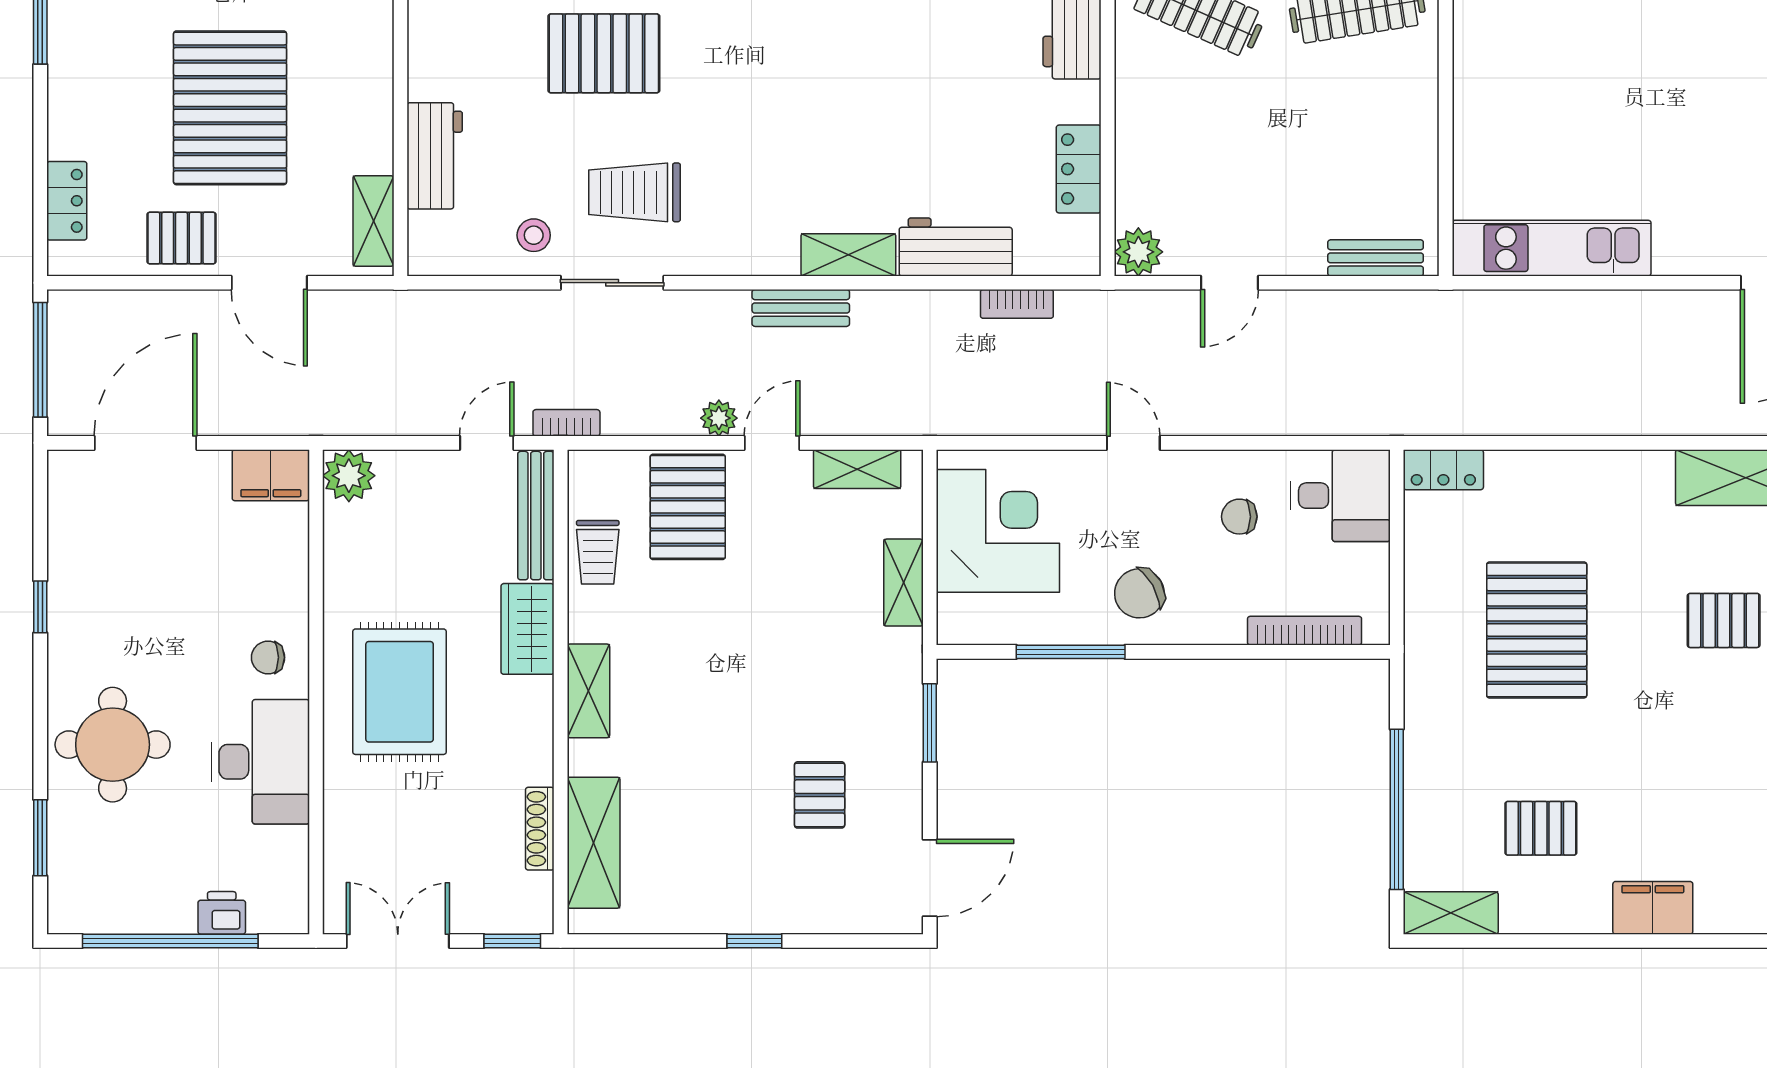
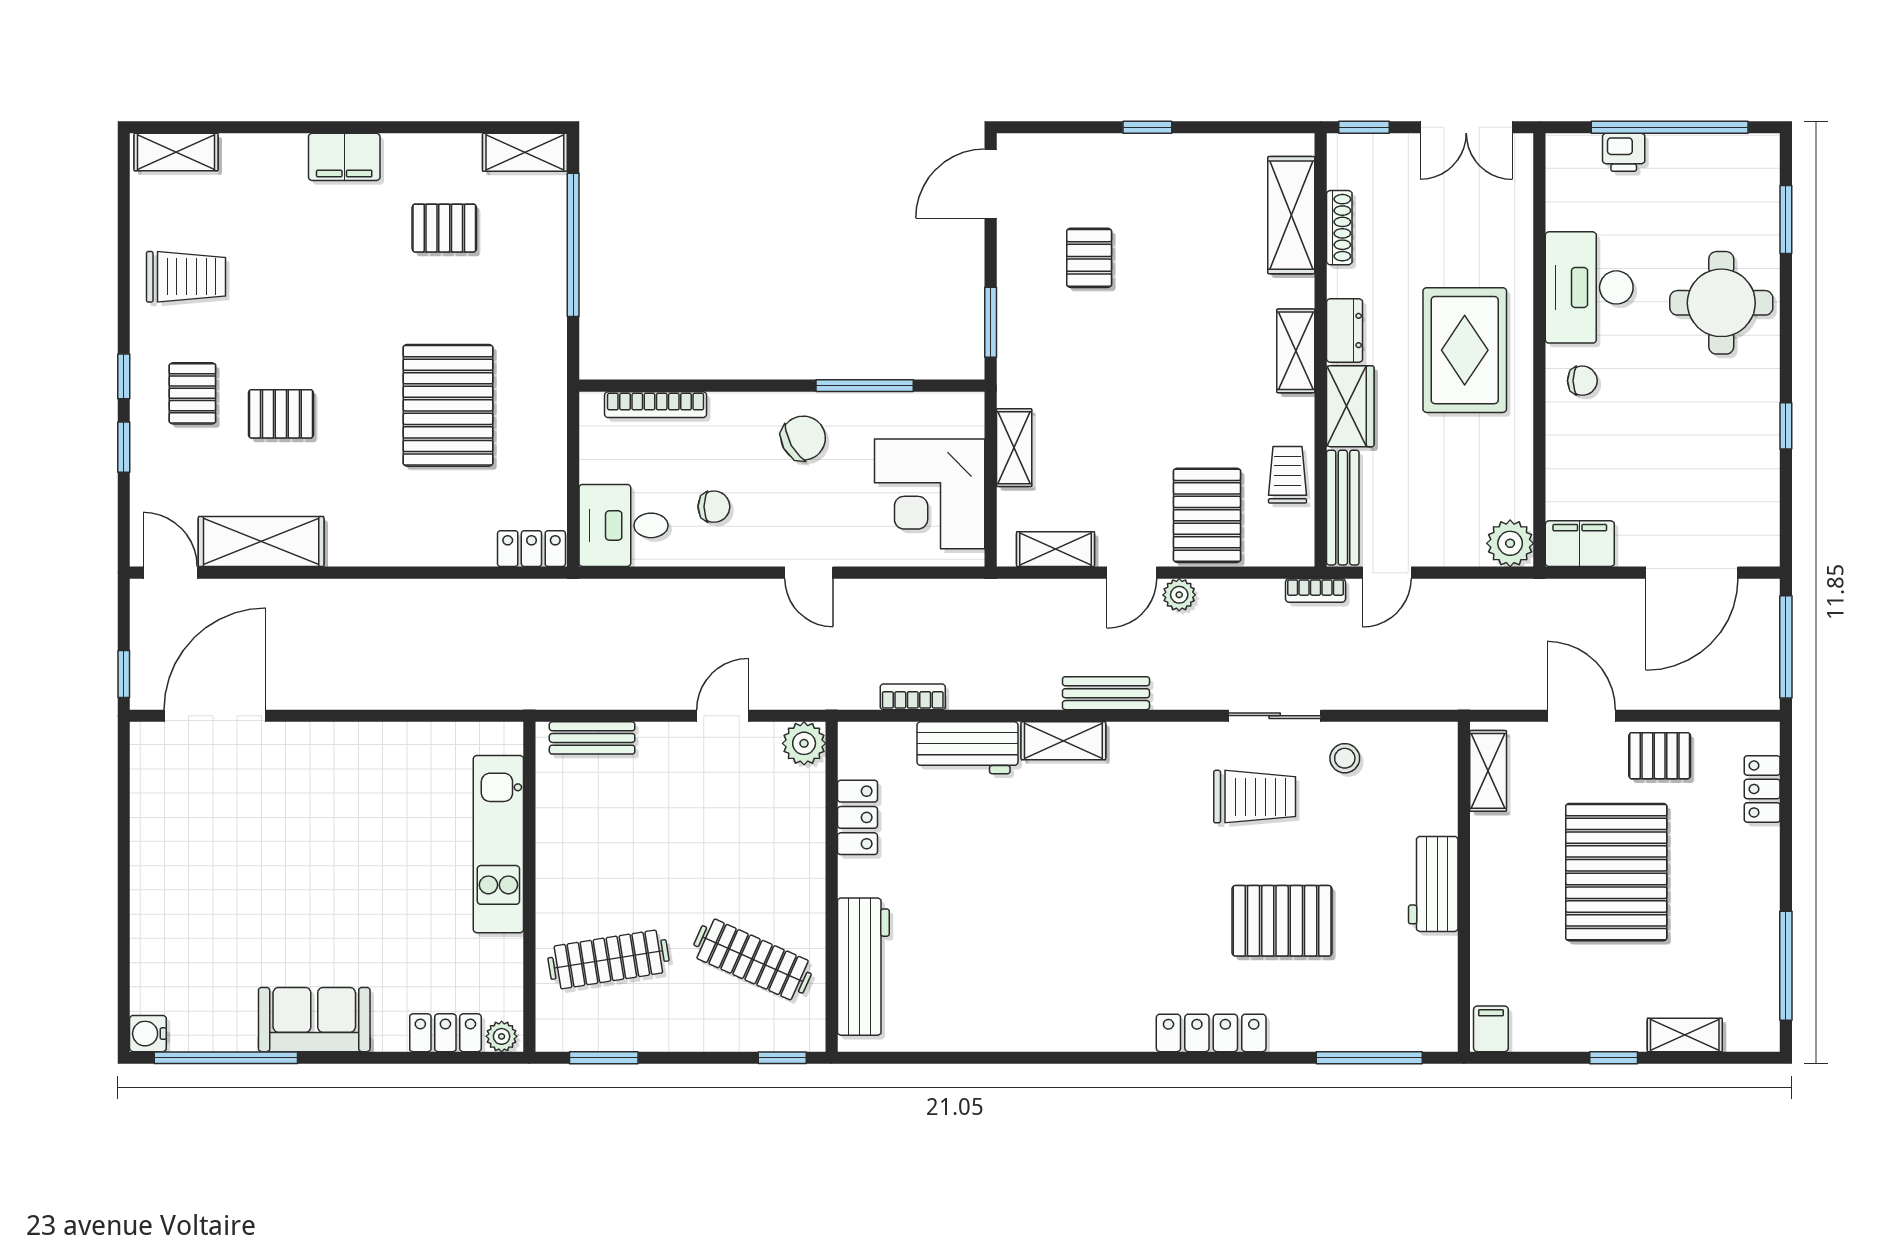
workbench: (435, 156) -> (1433, 884), moved
kitchen unit: (1552, 248) -> (498, 844), moved, turned 90
dresser: (534, 714) -> (1345, 331), added

